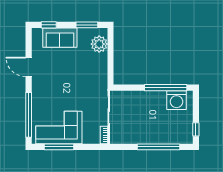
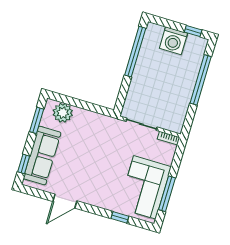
sofa: (60, 38) -> (42, 156), width x1.36
washing machine: (176, 100) -> (173, 41), moved, turned 90
window: (29, 115) -> (120, 217), width x0.32

